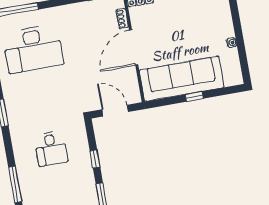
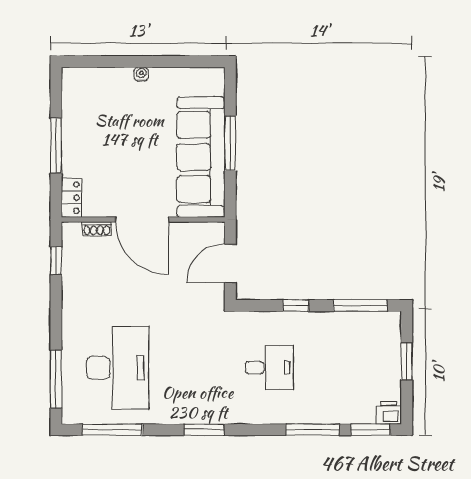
water cooler: (232, 43) -> (141, 74), moved
window: (194, 96) -> (230, 143), width x2.17

